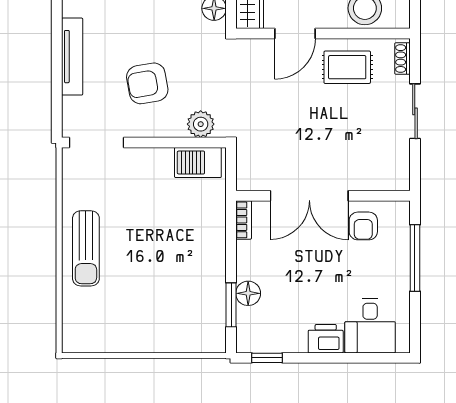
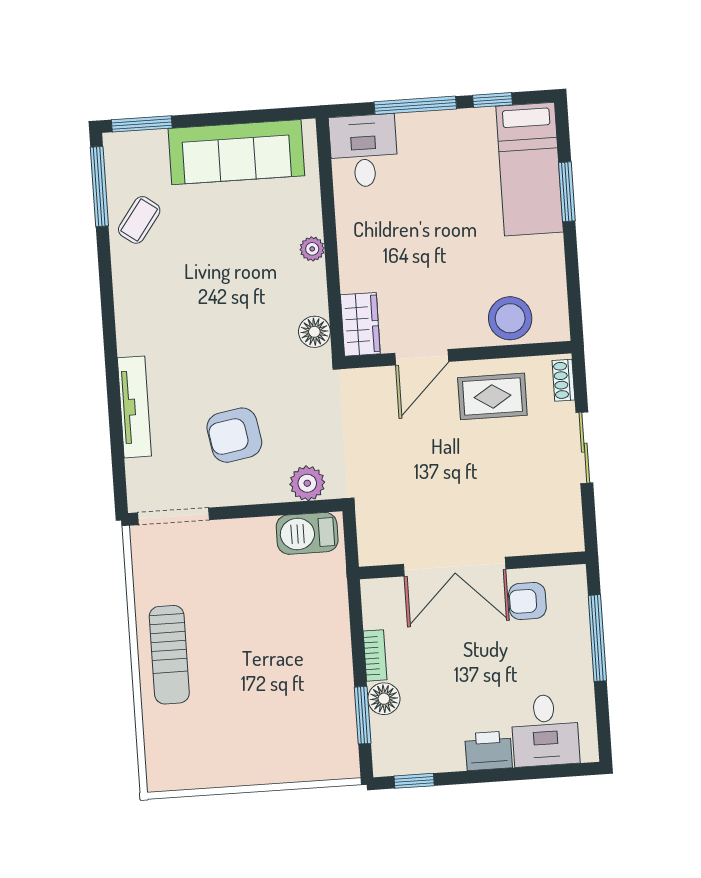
bookcase: (244, 220) -> (375, 655), moved
armchair: (363, 226) -> (527, 601), turned 90

